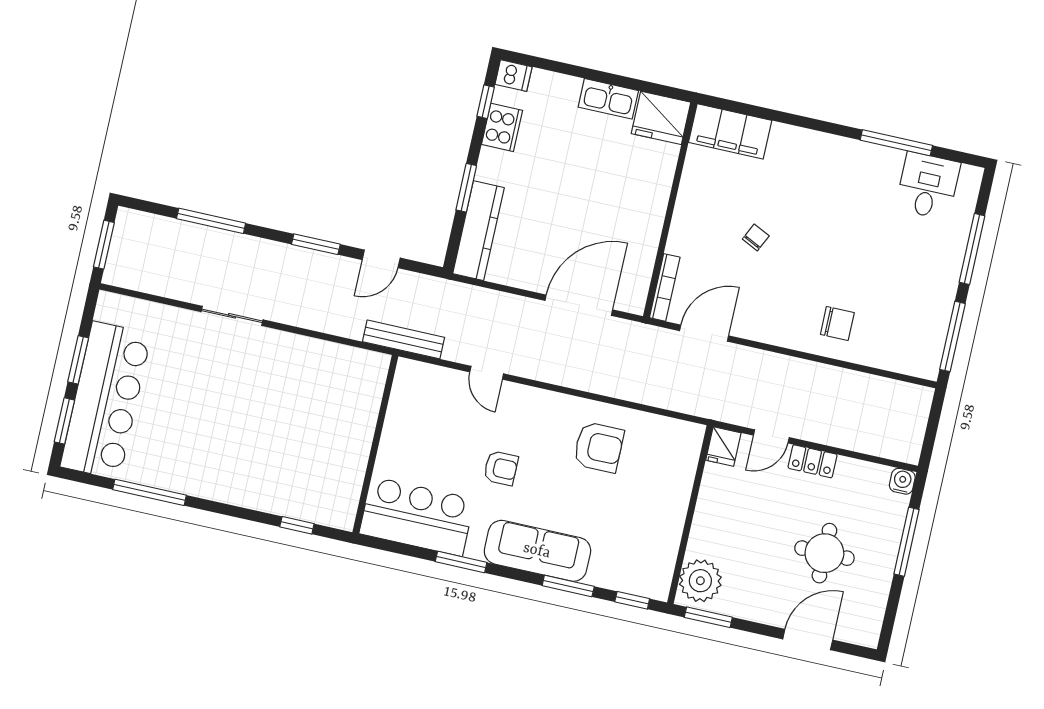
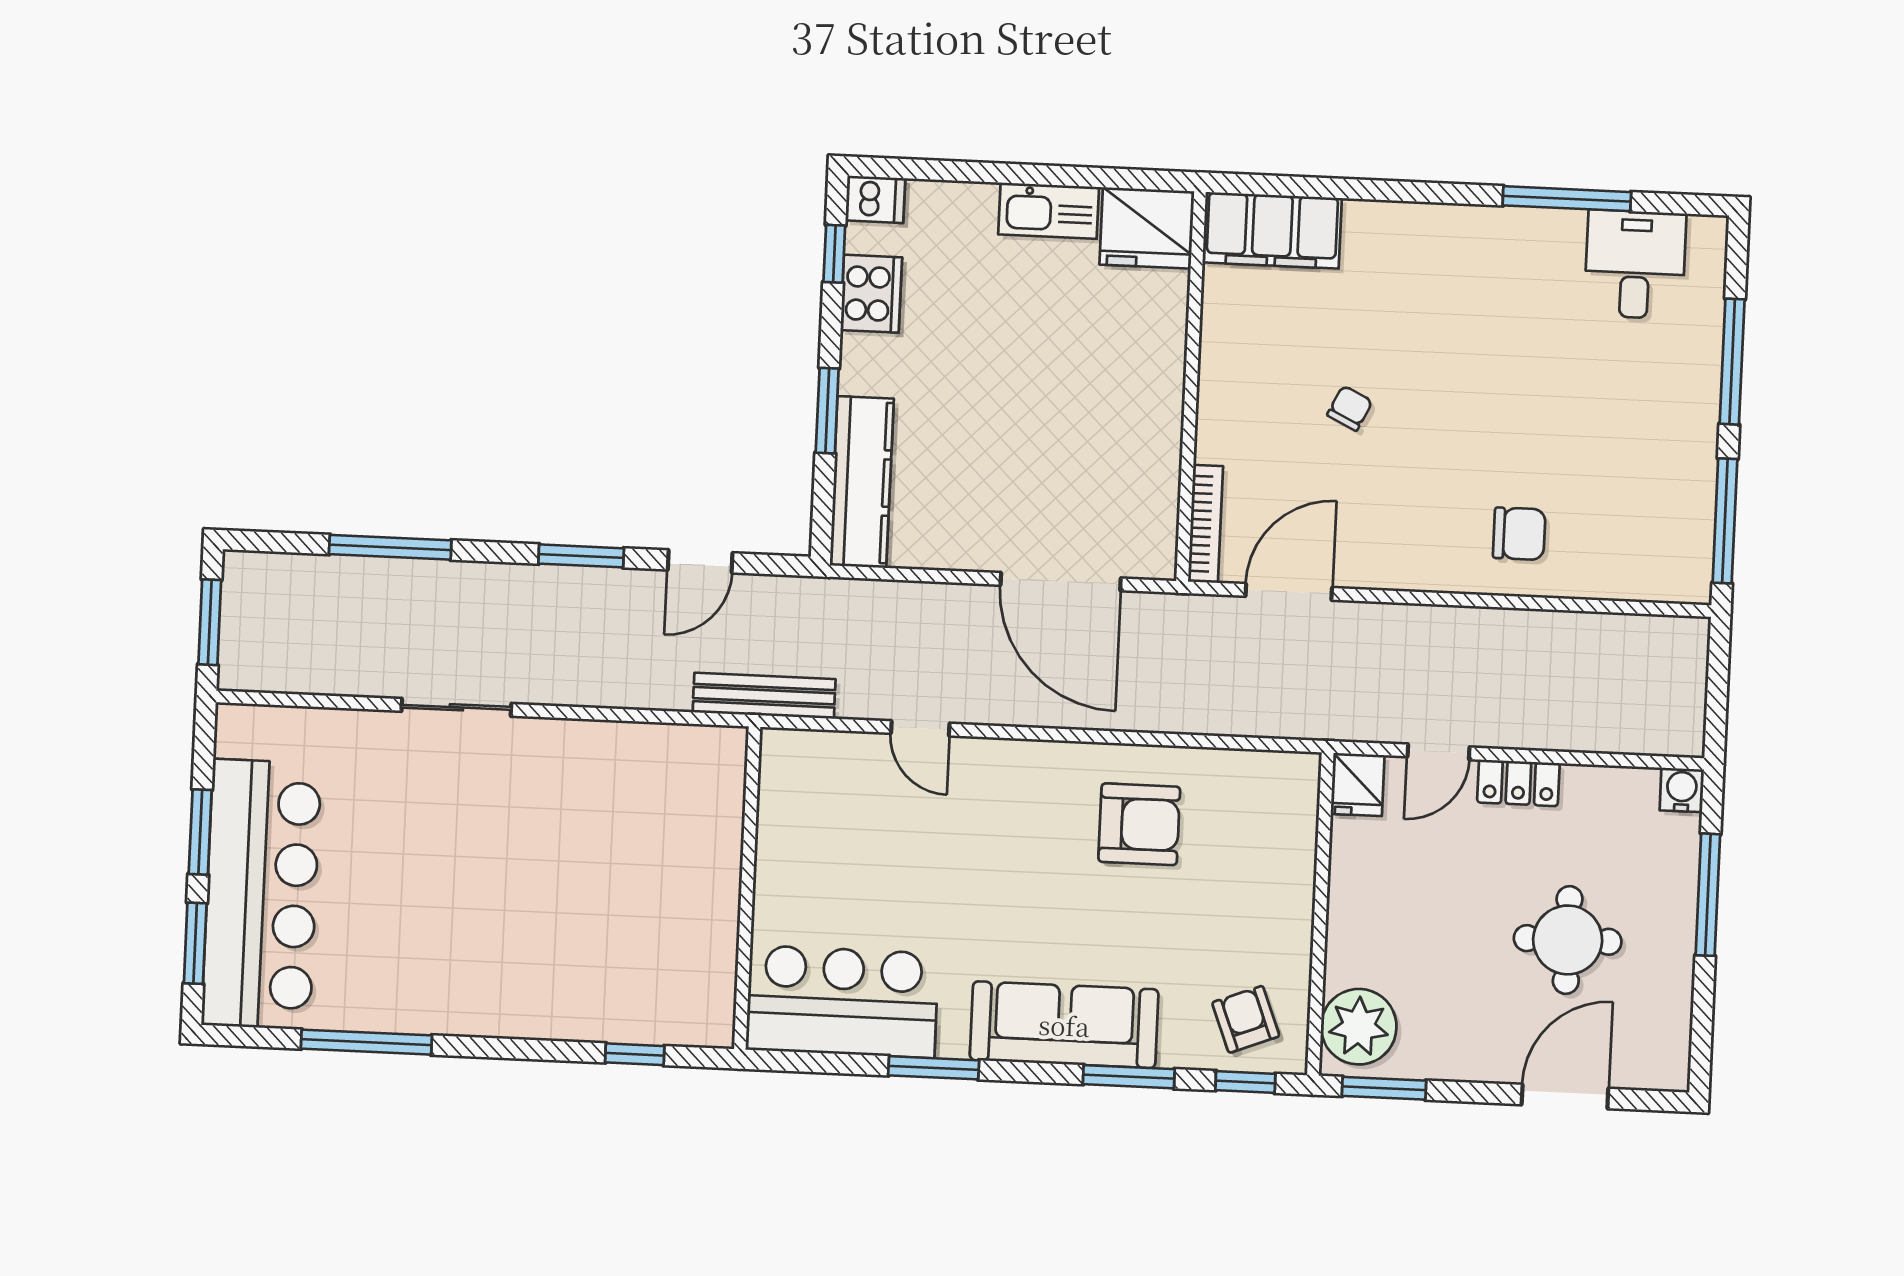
door: (579, 305) -> (1061, 582), swing flipped
armchair: (501, 468) -> (1246, 1019), moved, turned -111

